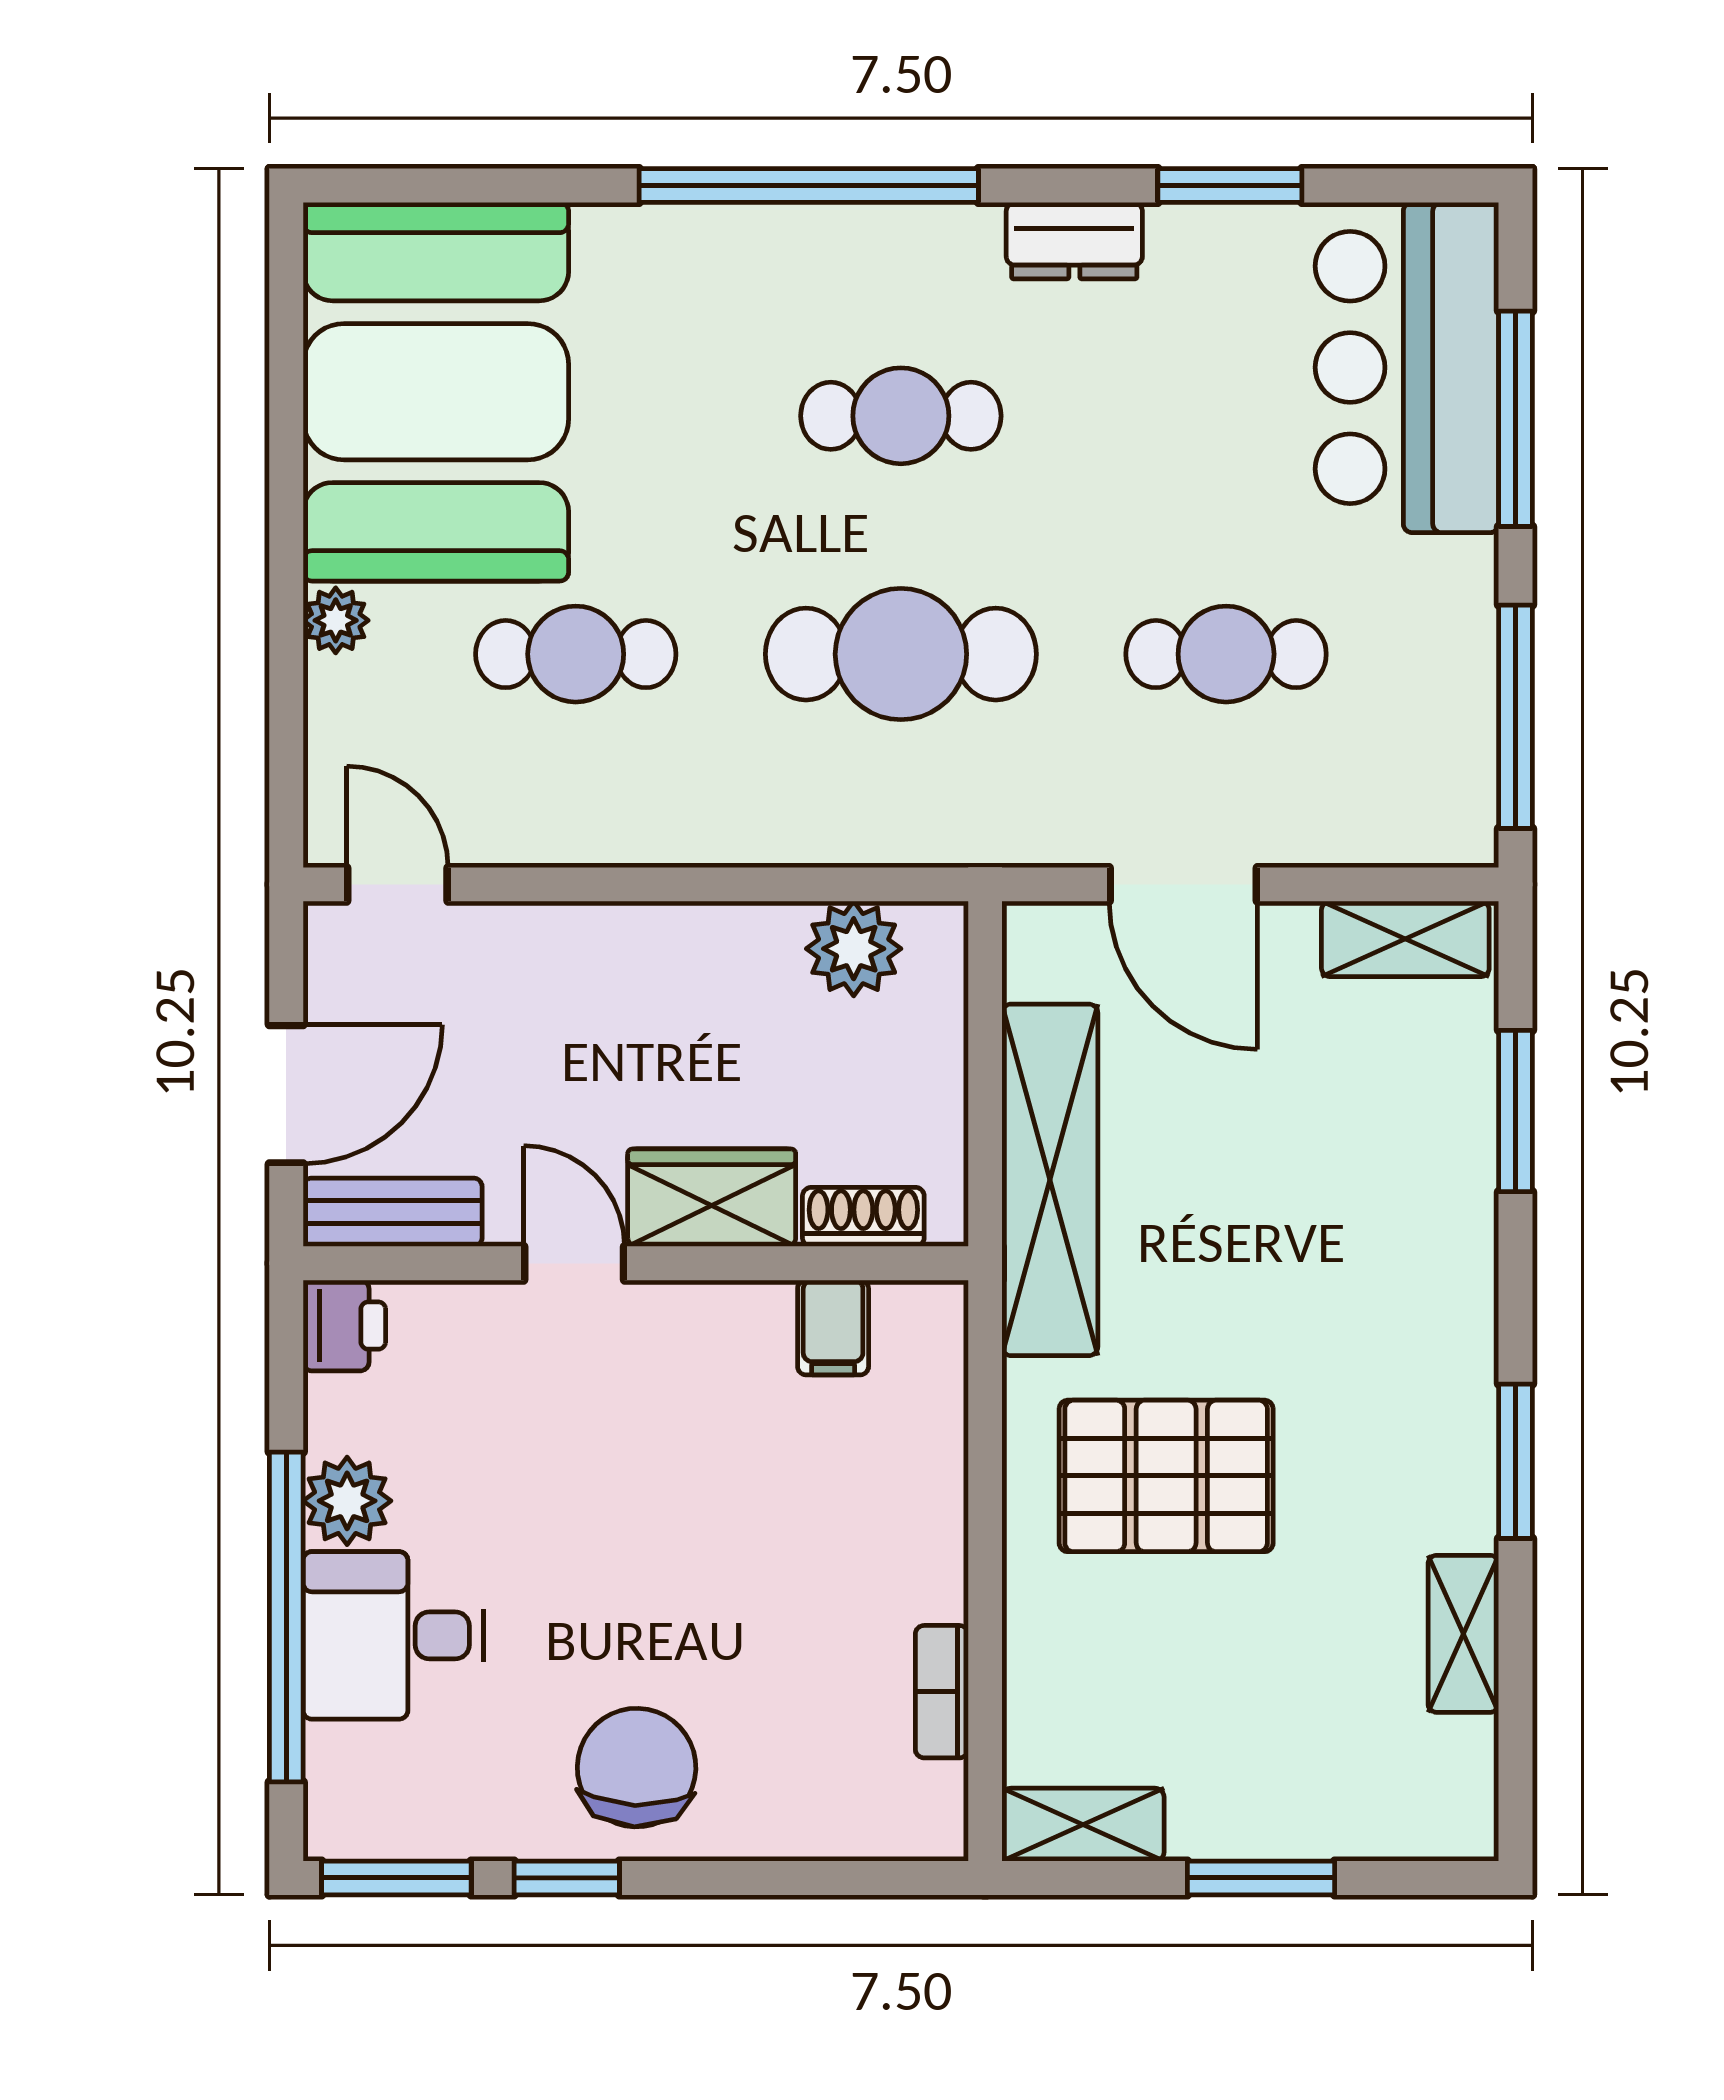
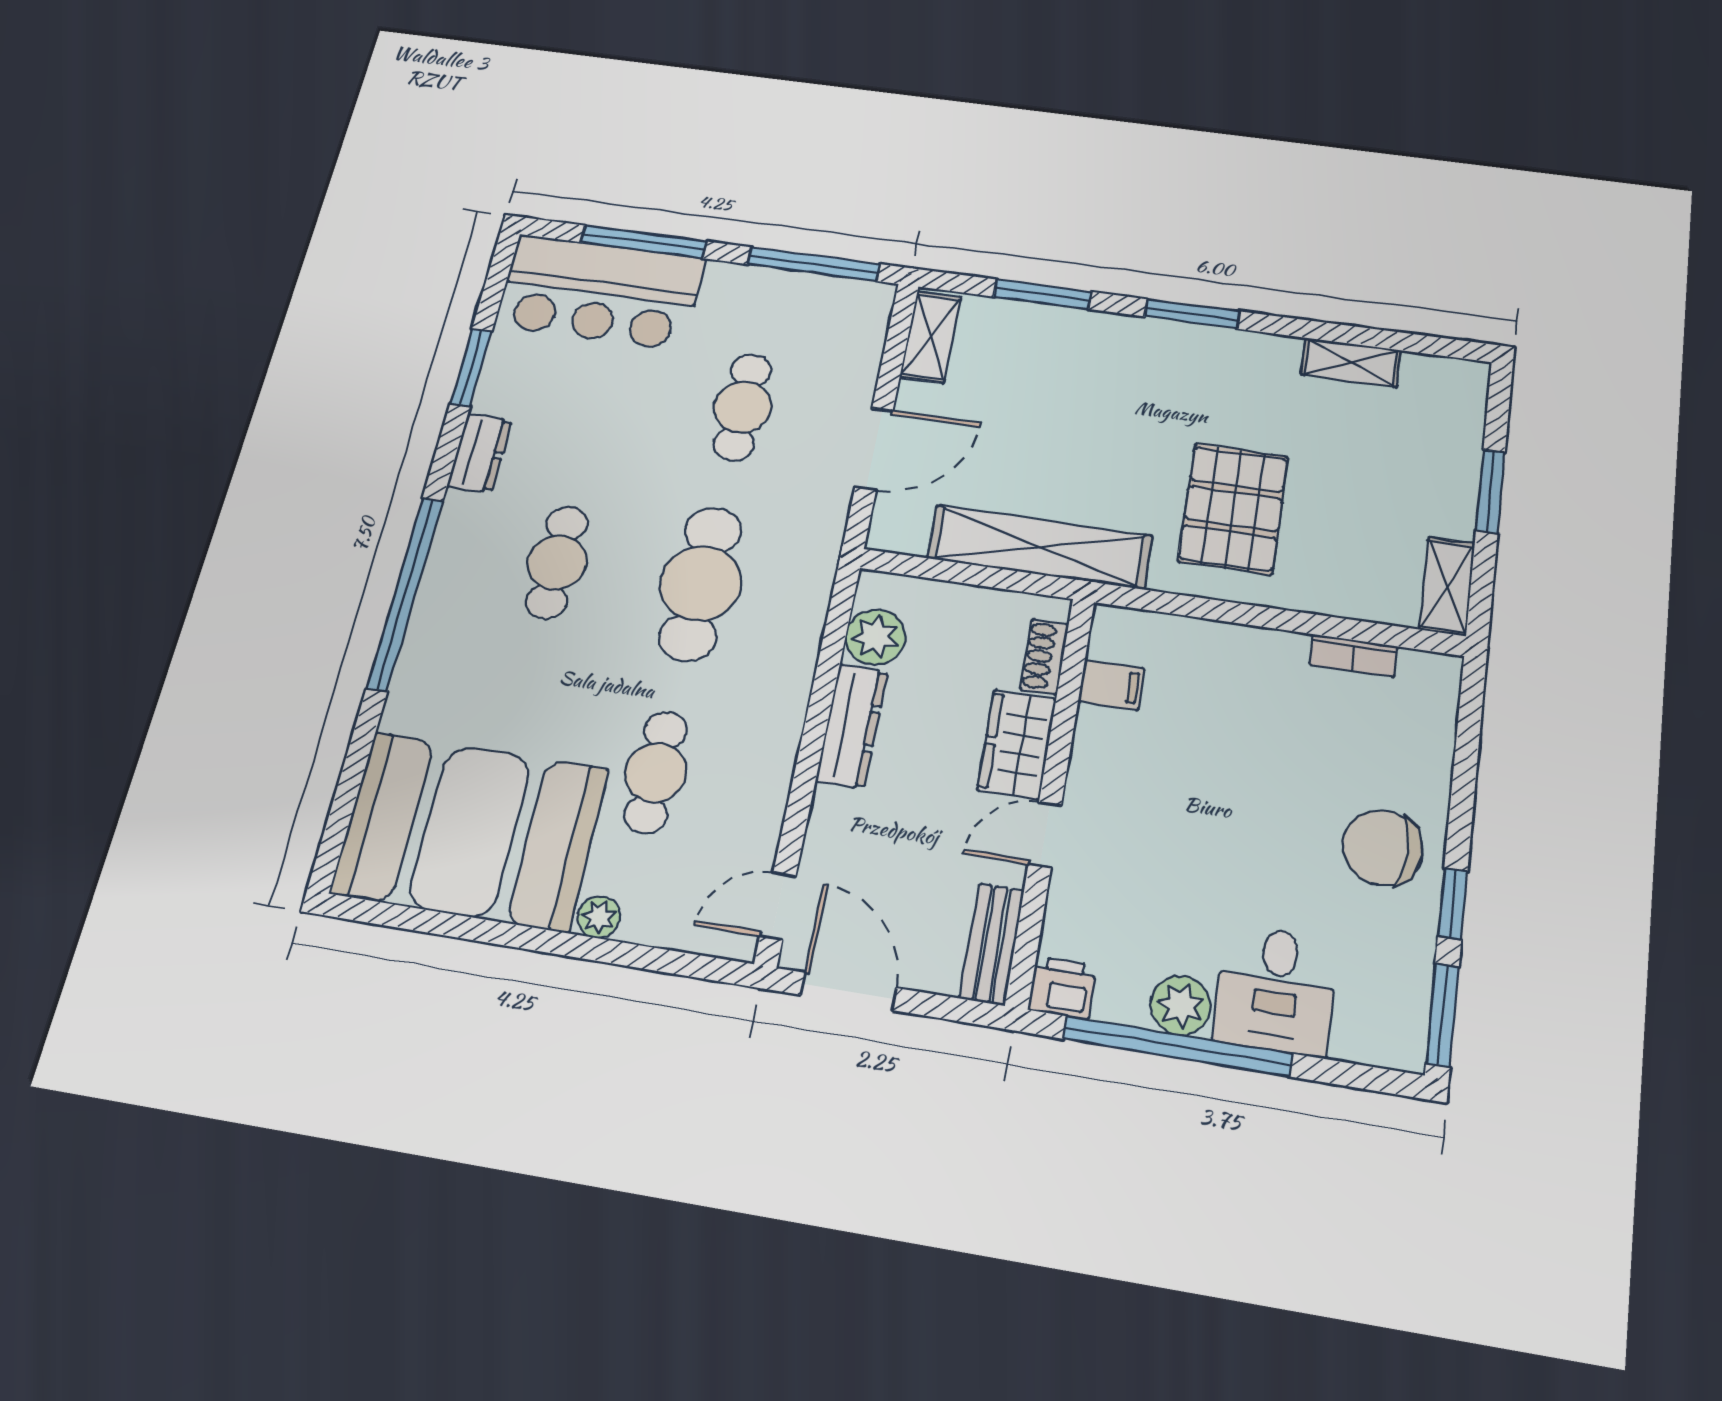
dresser: (700, 940) -> (852, 726), added
door: (286, 1094) -> (848, 991), moved
window: (1516, 1461) -> (1192, 314), moved
window: (286, 1617) -> (1177, 1046), moved

